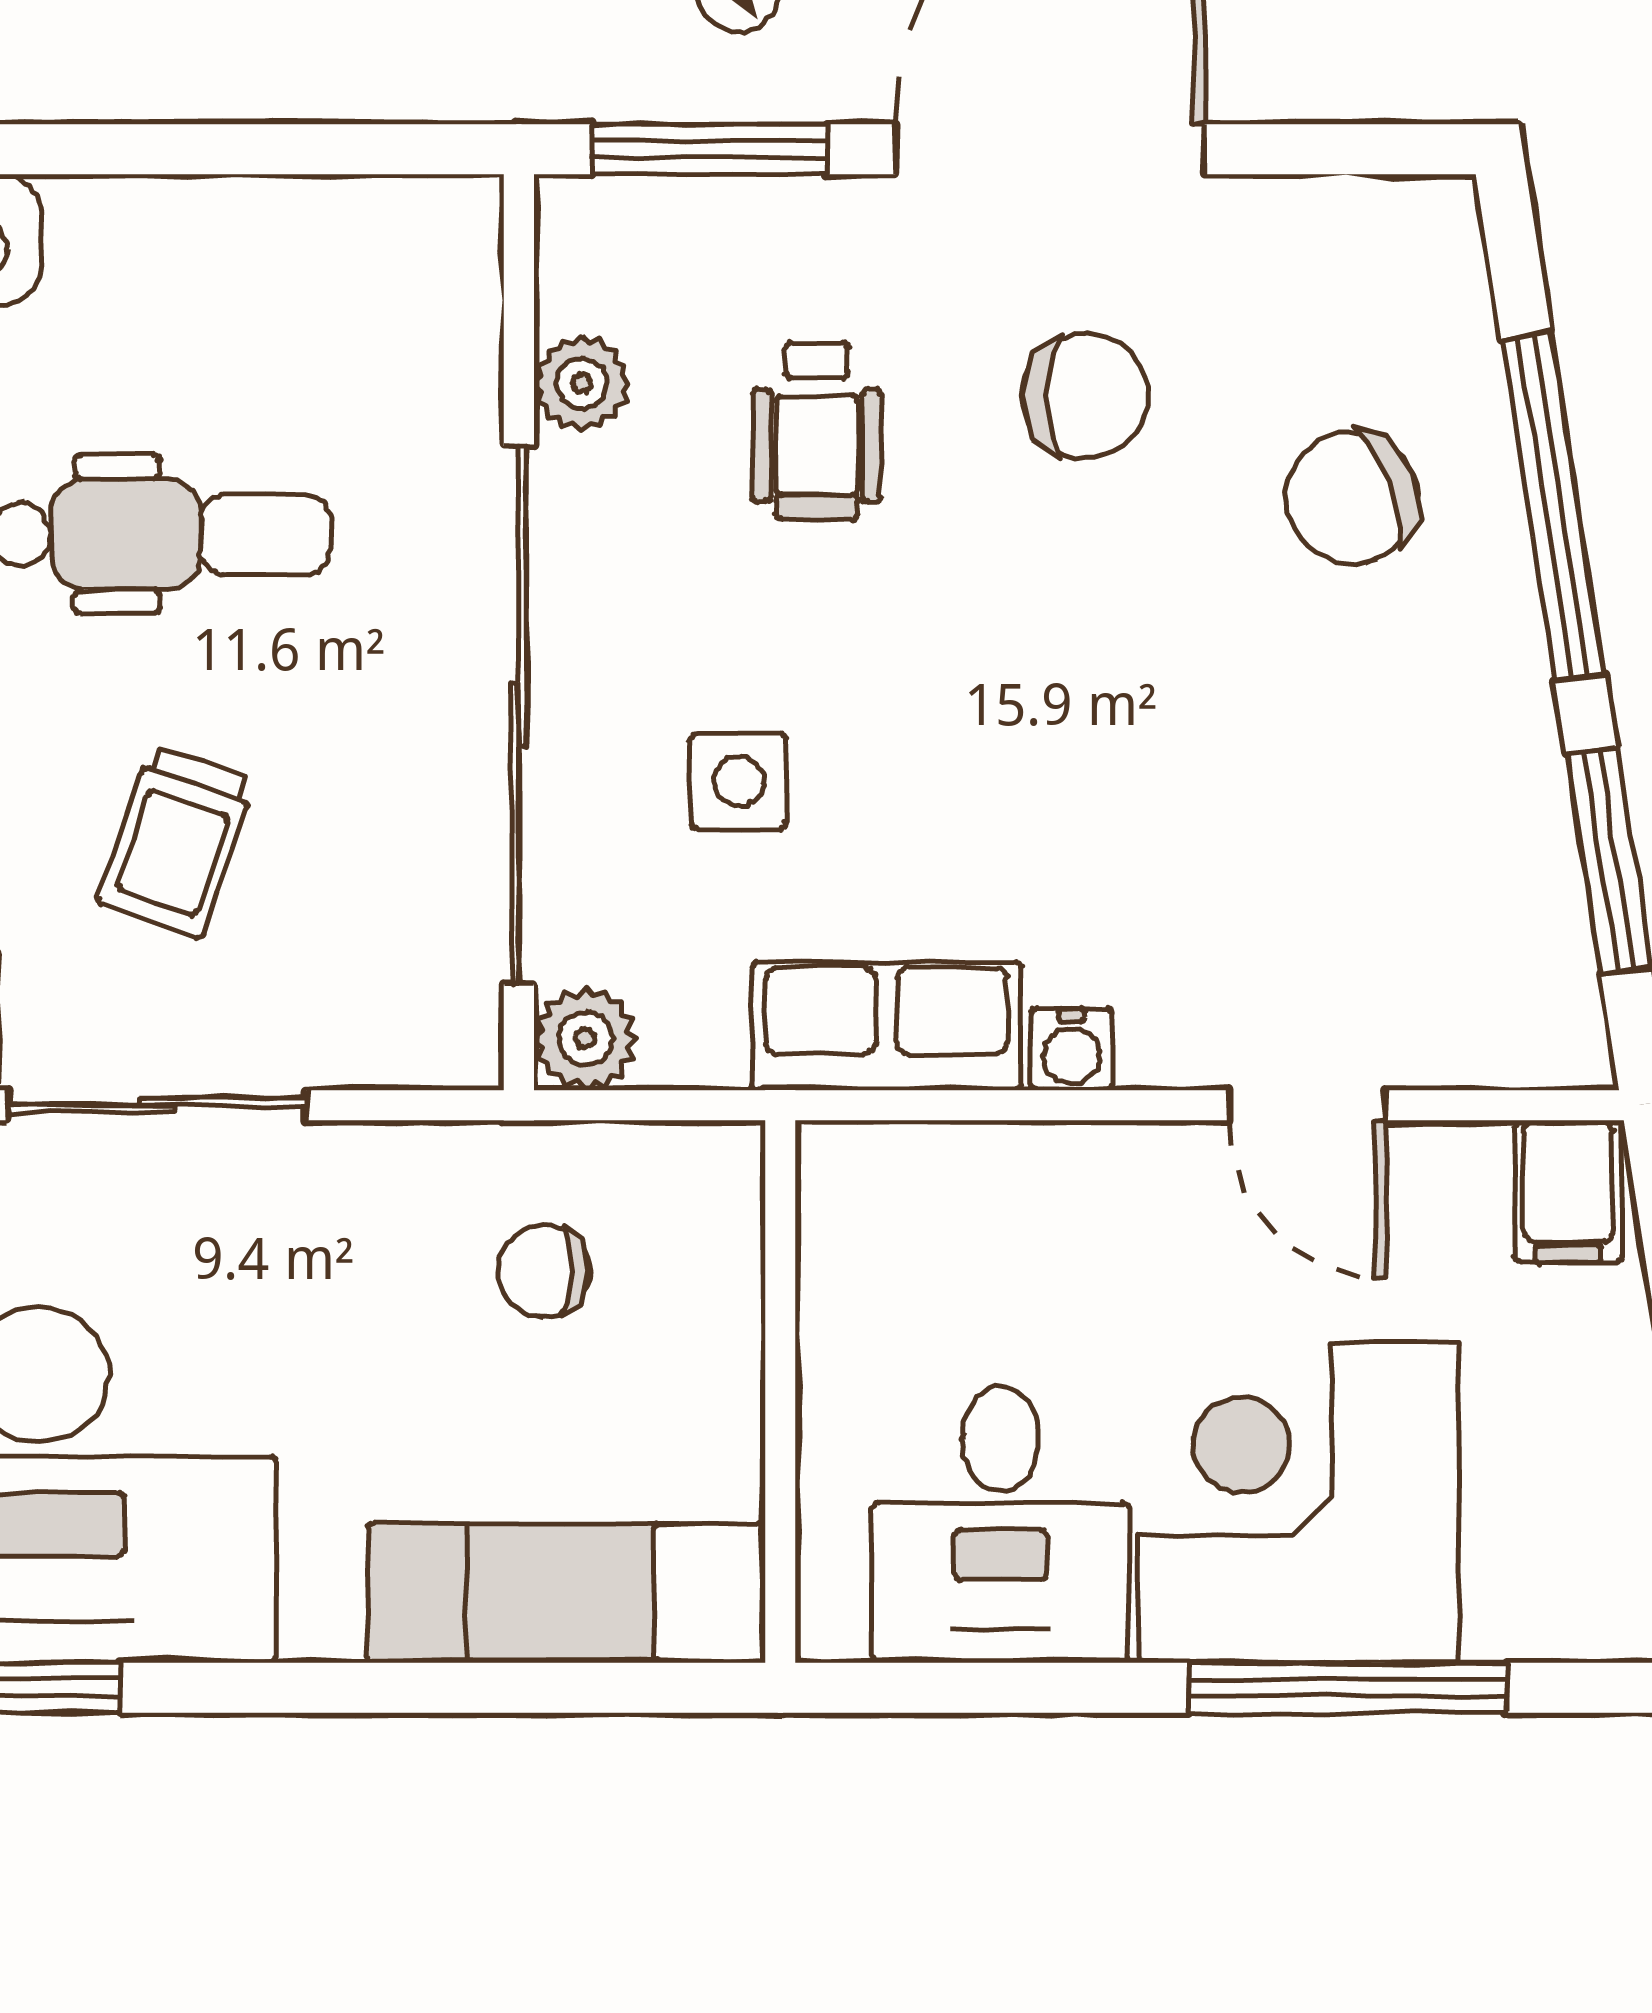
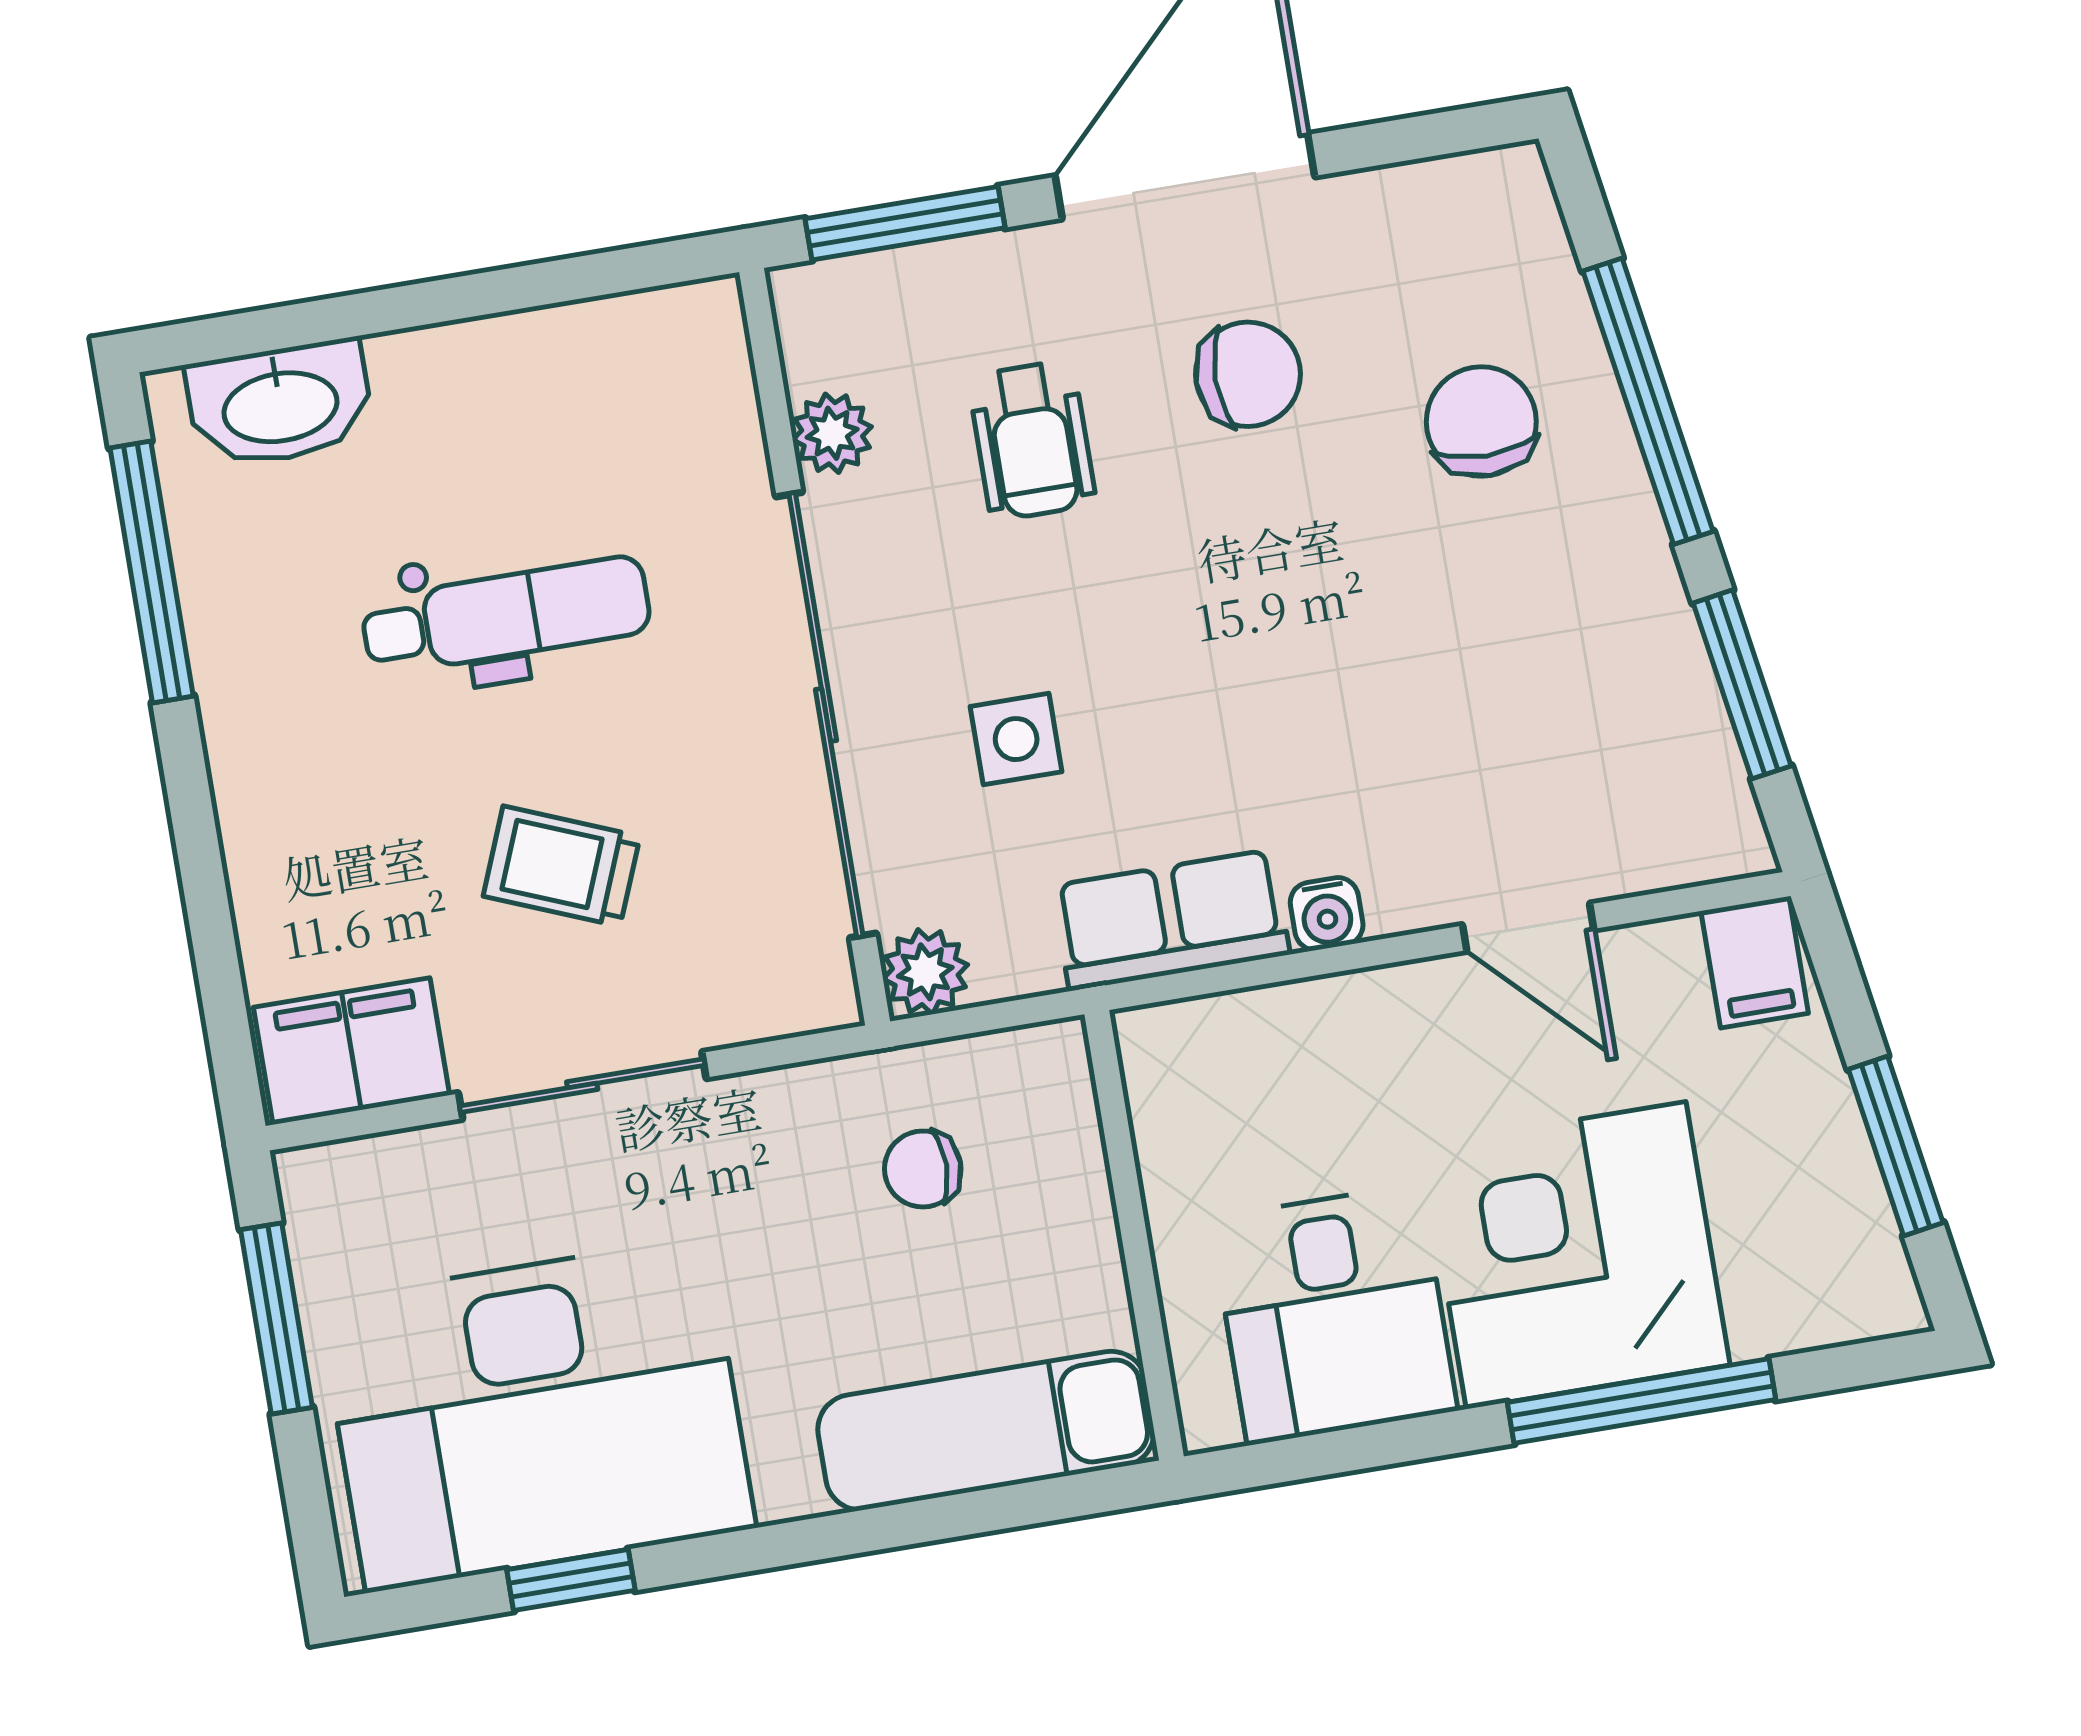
chair: (1352, 498) -> (1481, 422), turned 111
trolley: (176, 842) -> (562, 866), turned 93

